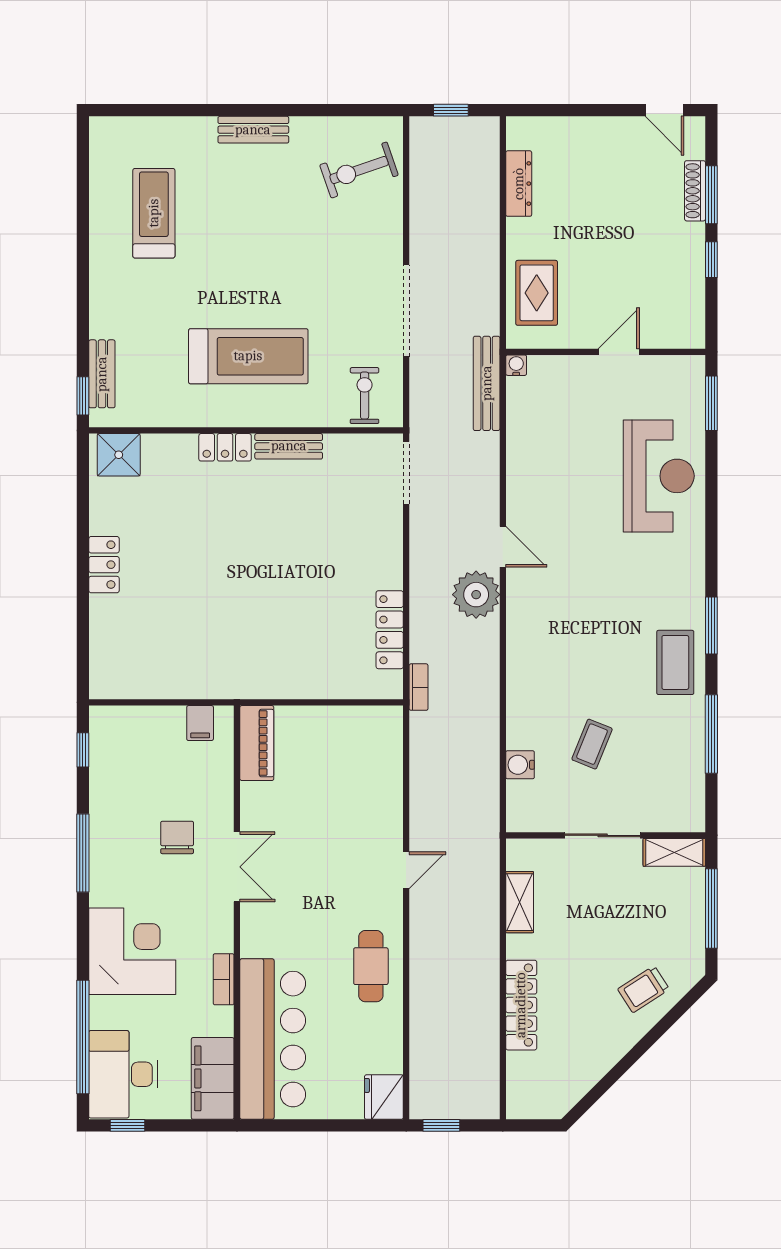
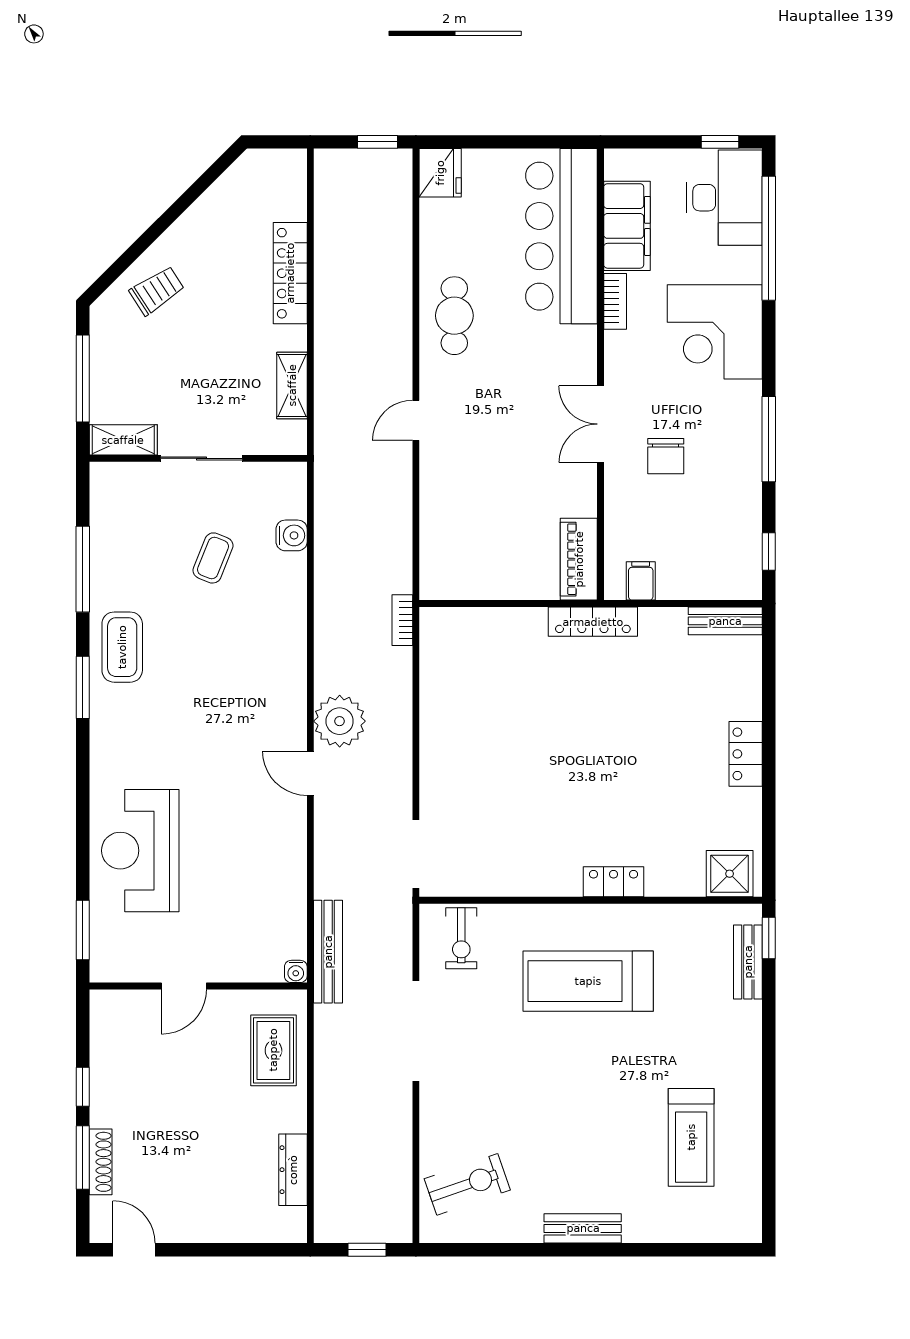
bench: (289, 446) -> (725, 621), moved
locker: (390, 630) -> (593, 622), moved, turned 90
filing cabinet: (213, 1078) -> (627, 226), moved

